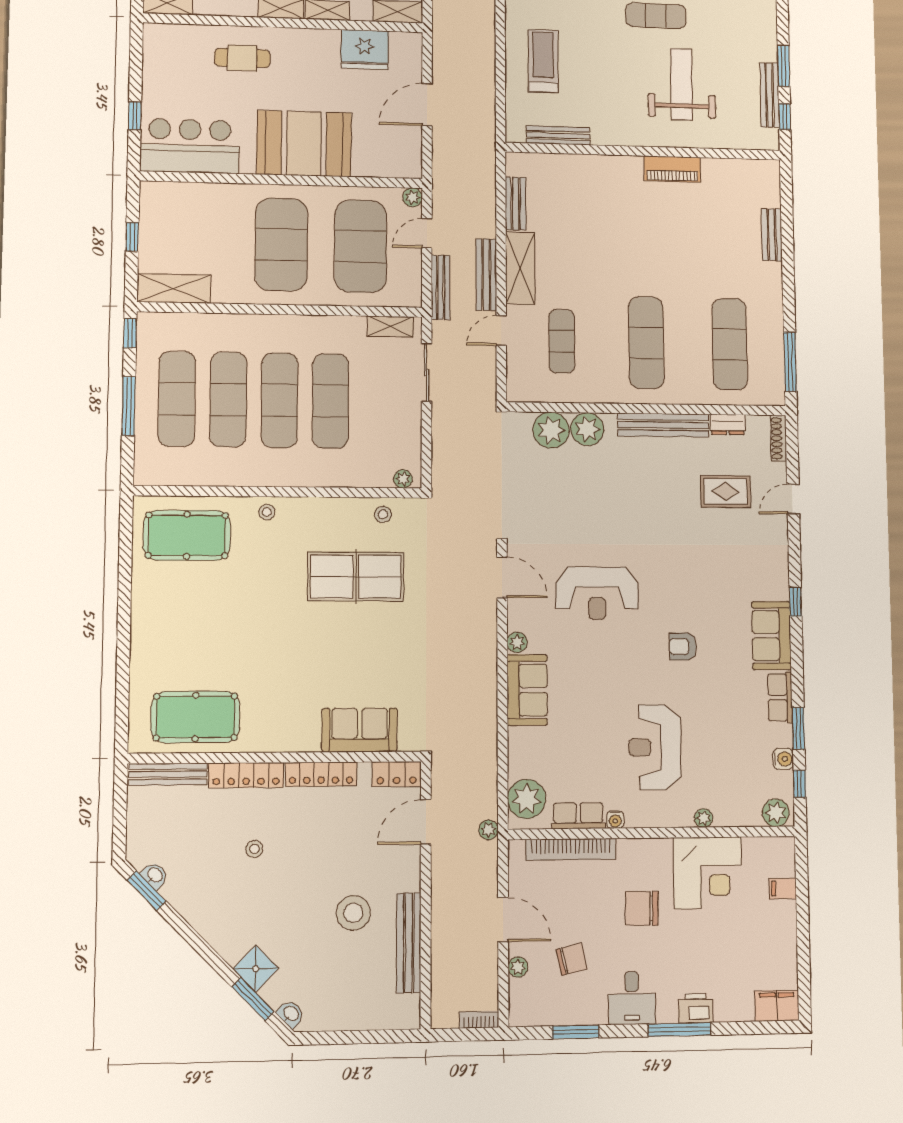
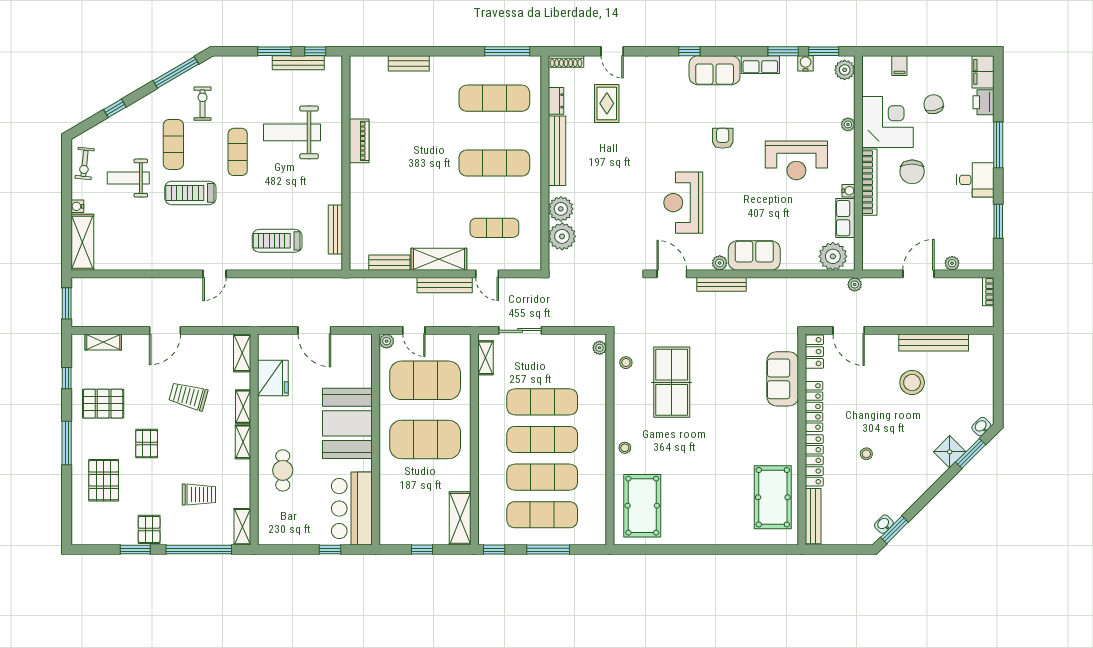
bench: (441, 287) -> (721, 284), moved
door: (502, 577) -> (672, 274), hinge flipped
reception desk: (597, 593) -> (683, 203), turned 180
armchair: (683, 647) -> (723, 138), turned 180
window: (800, 784) -> (824, 51), width x1.50
bookcase: (571, 849) -> (869, 182), moved
chair: (572, 959) -> (934, 104), moved
printer: (696, 1008) -> (983, 102), moved

